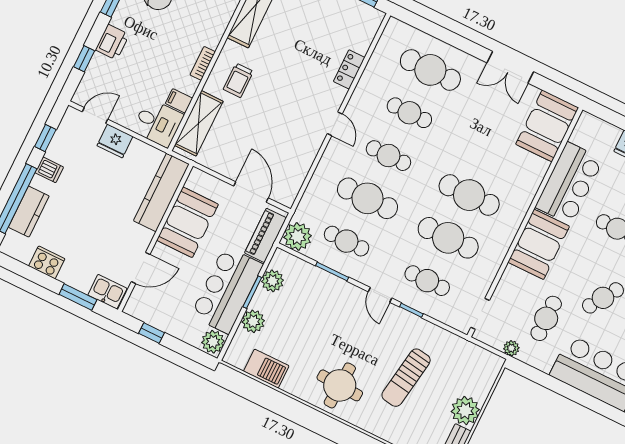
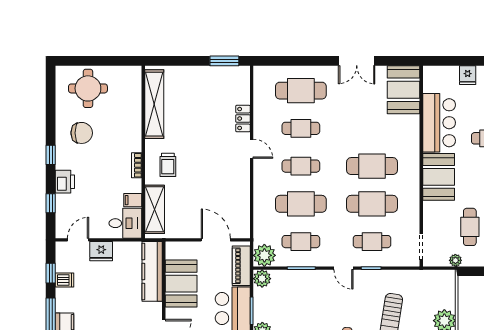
door: (335, 124) -> (252, 149), moved
dishwasher: (49, 170) -> (65, 280), moved
plant: (272, 281) -> (262, 279), moved

